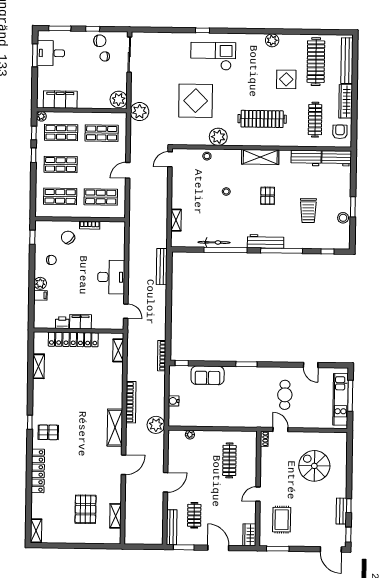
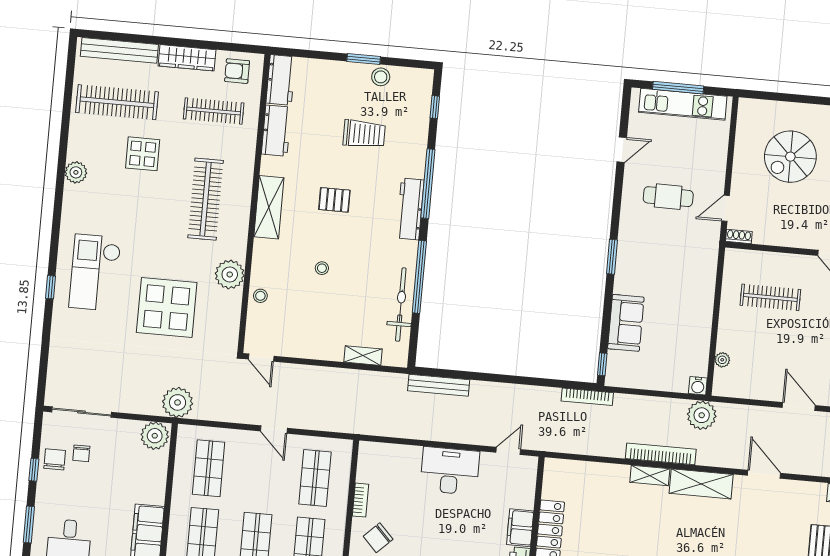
bicycle: (214, 242) -> (401, 305), width x1.37, depth x1.40
shelving: (118, 350) -> (650, 475), moved
water cooler: (174, 401) -> (698, 386), moved

